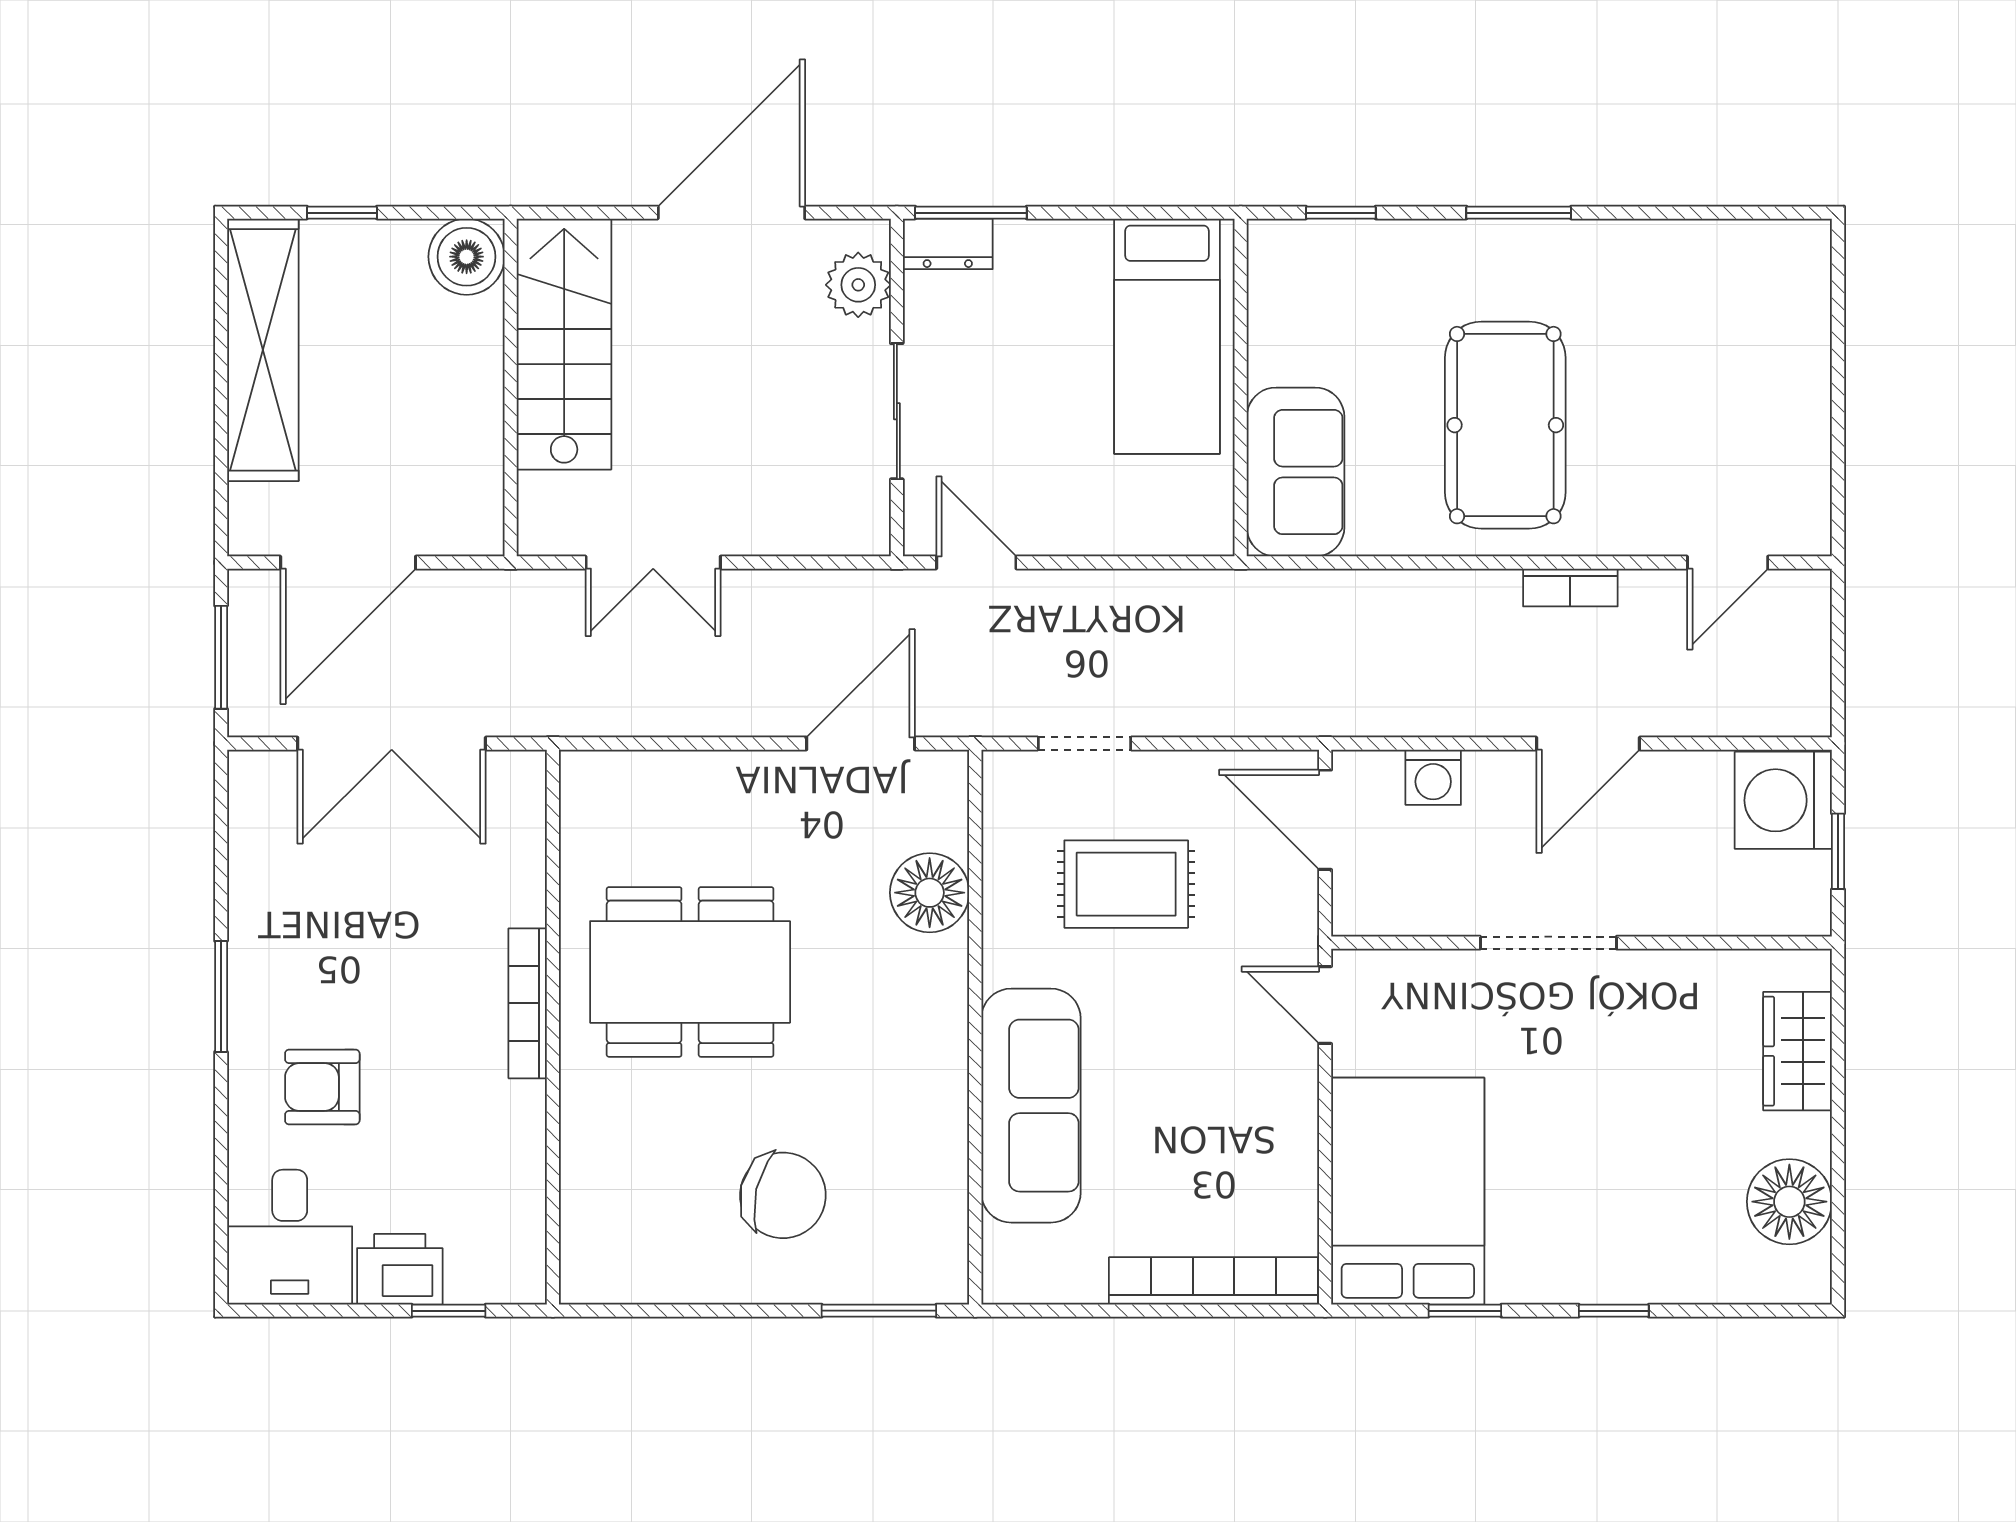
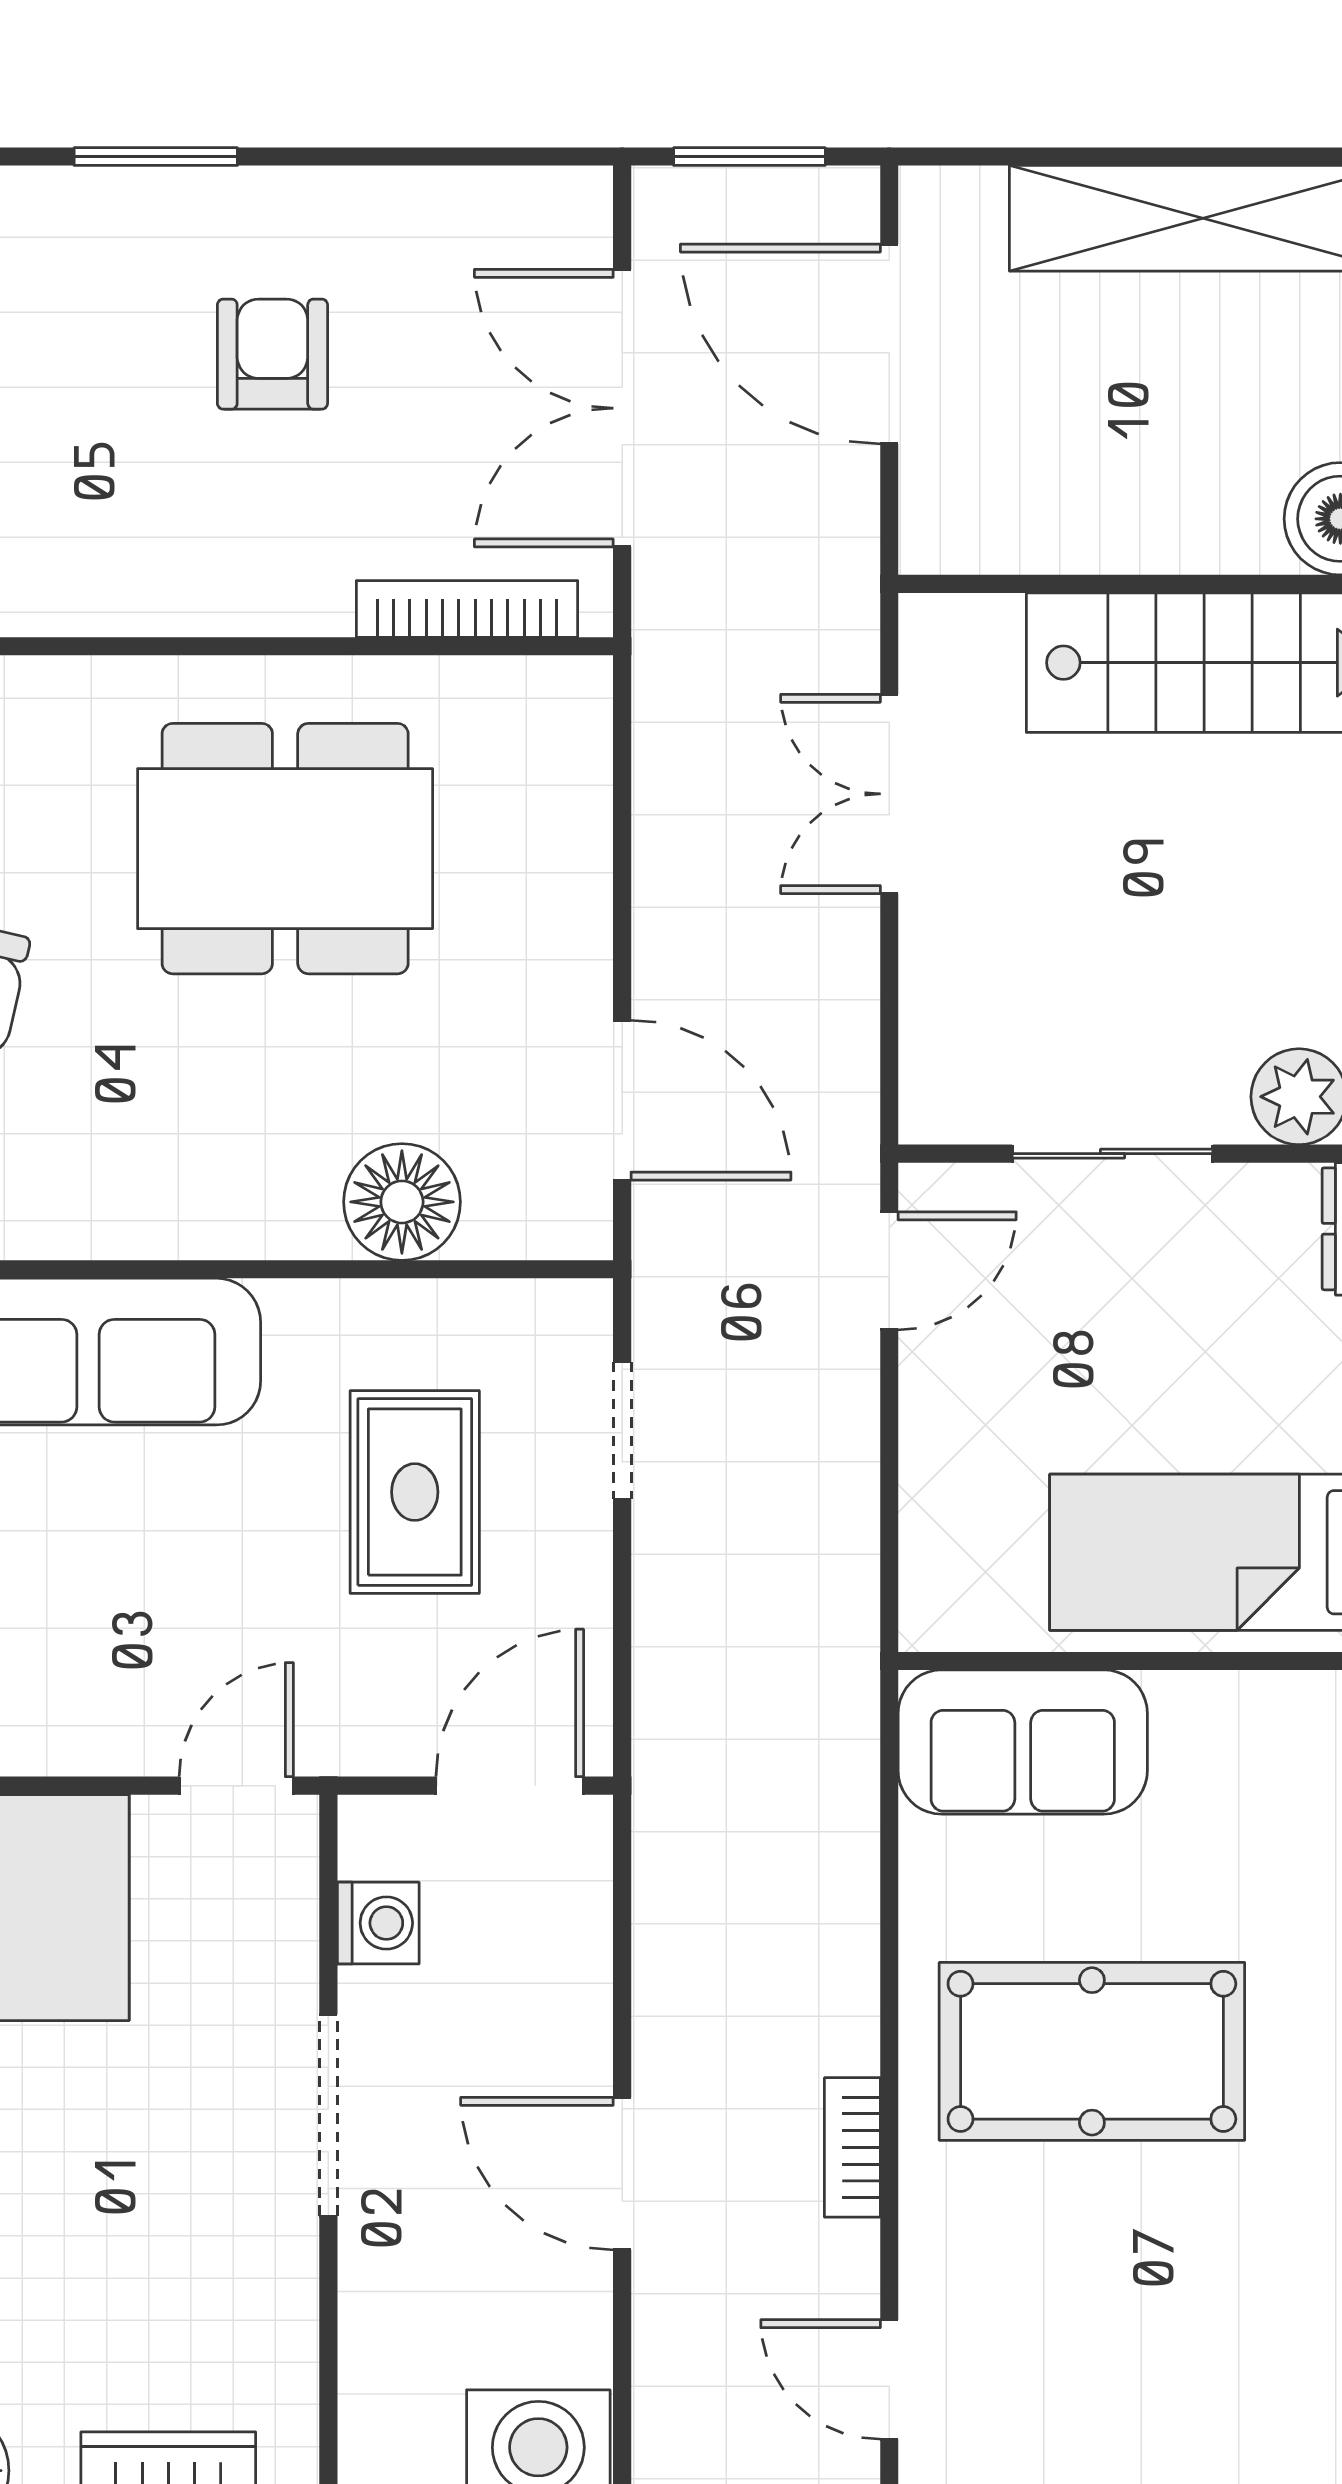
washing machine: (1433, 777) -> (378, 1923), moved, turned 180
dining table: (690, 972) -> (285, 849), turned 90
window: (221, 996) -> (156, 157), moved
bookcase: (528, 1003) -> (467, 609), moved
armchair: (322, 1087) -> (272, 354), moved

